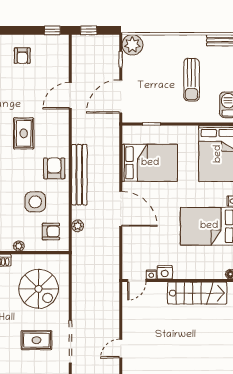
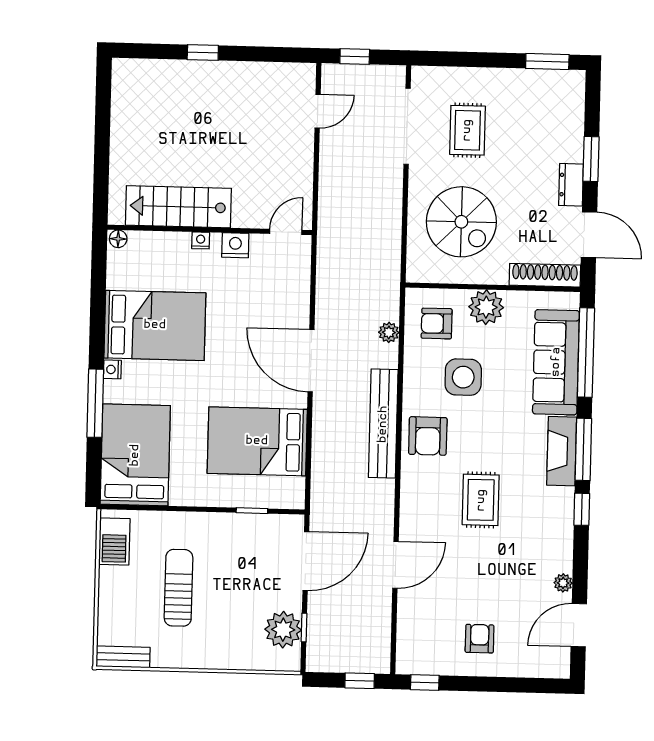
plant: (132, 45) -> (283, 630), moved
plant: (19, 246) -> (486, 307), width x1.88, depth x1.88
nightstand: (151, 275) -> (201, 240), moved
spiral stairs: (39, 289) -> (461, 222), turned 180
rug: (36, 340) -> (467, 130), turned 90

